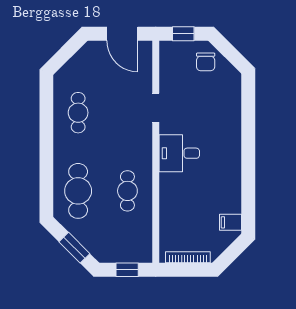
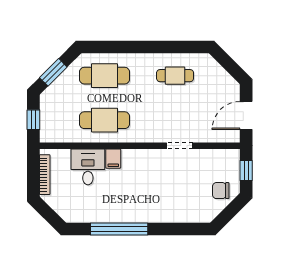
desk: (179, 153) -> (88, 167), moved
window: (248, 175) -> (119, 229), added
cafe table: (127, 191) -> (105, 120), width x1.37, depth x1.35
filing cabinet: (231, 222) -> (113, 159), moved, turned 180

